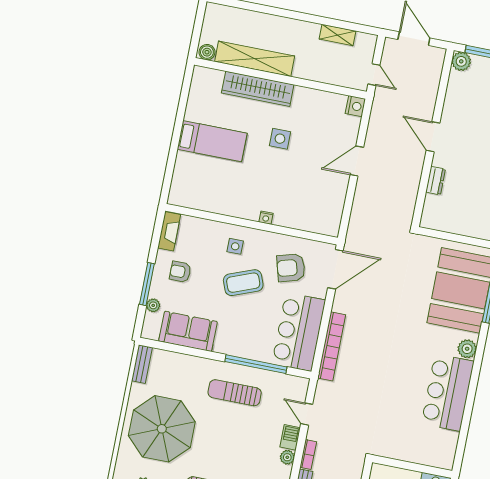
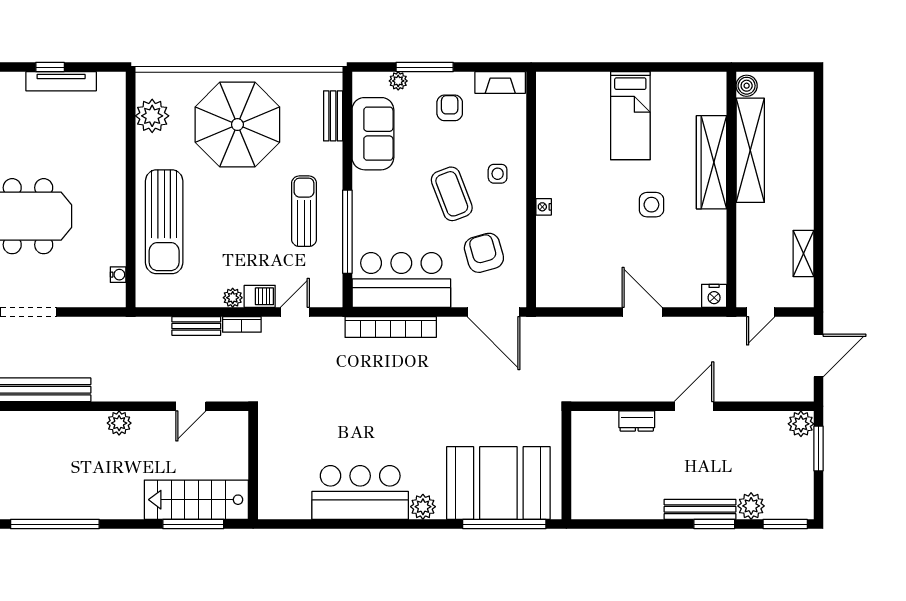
bench: (142, 364) -> (333, 116), moved, turned 90

